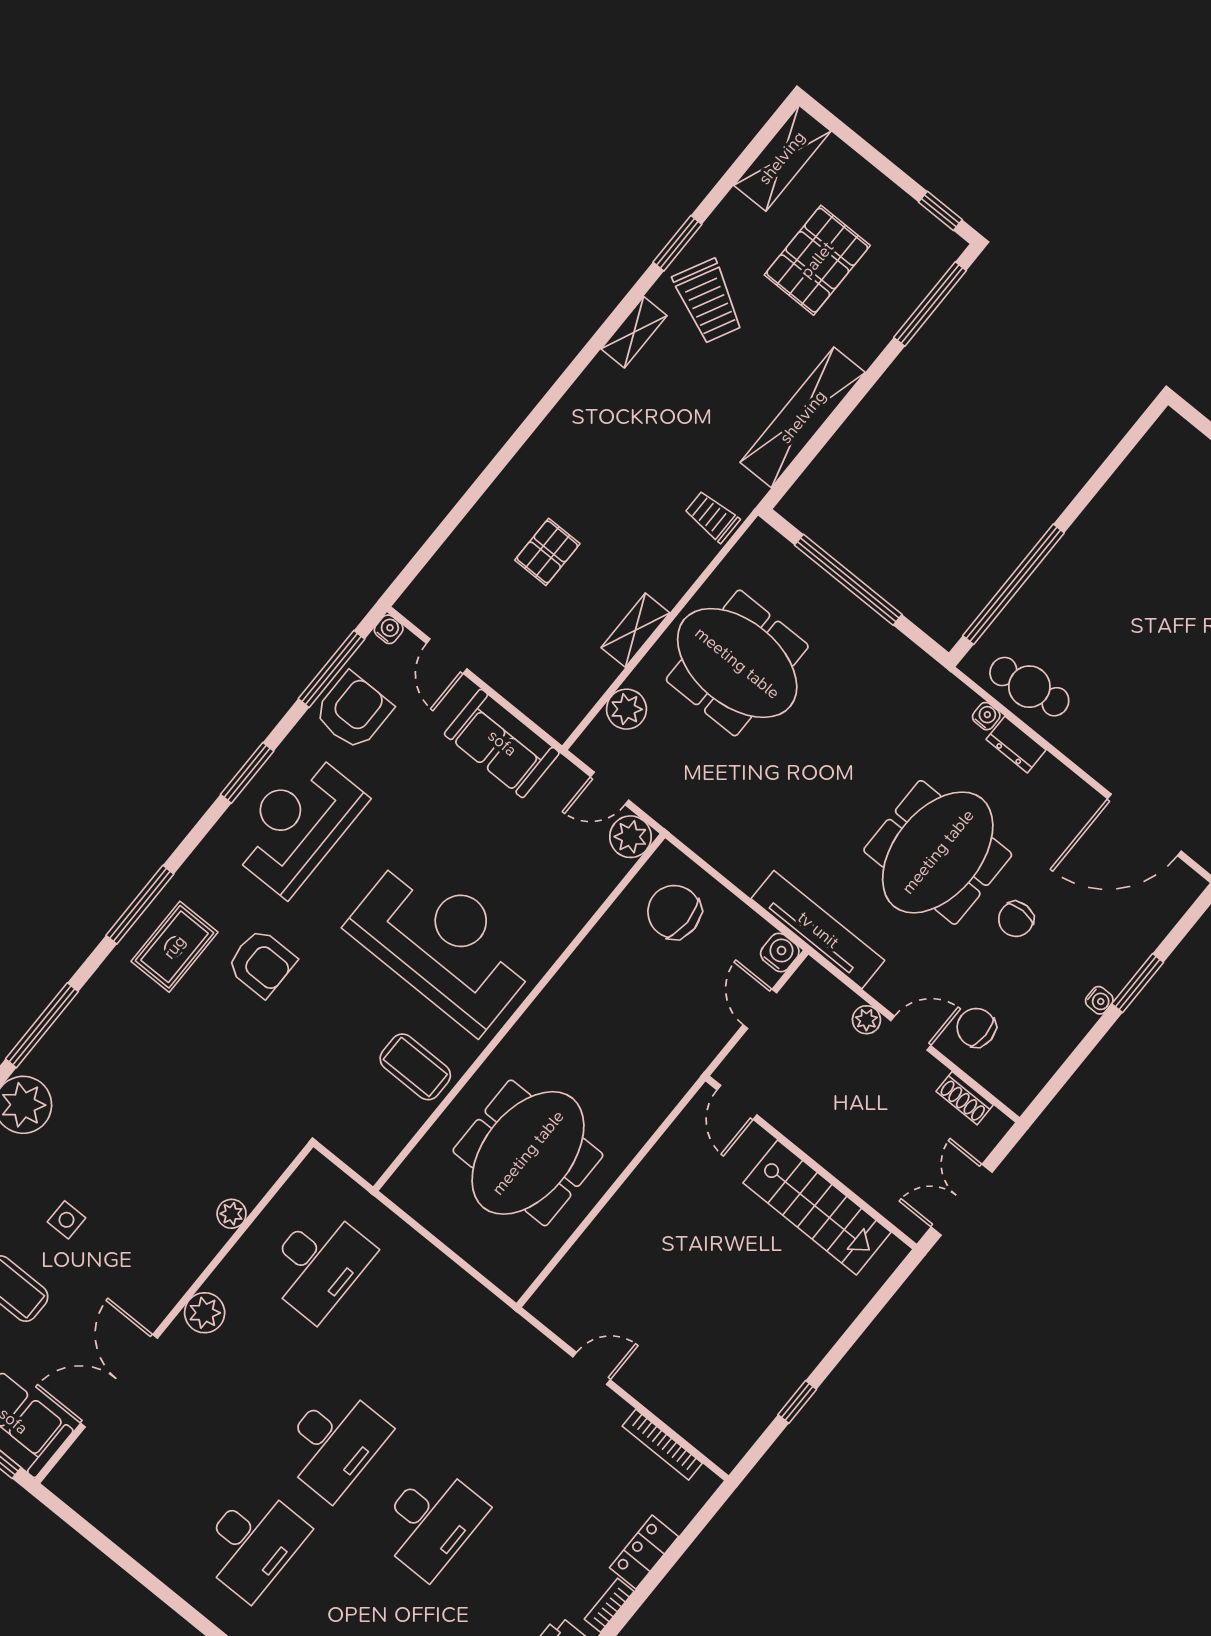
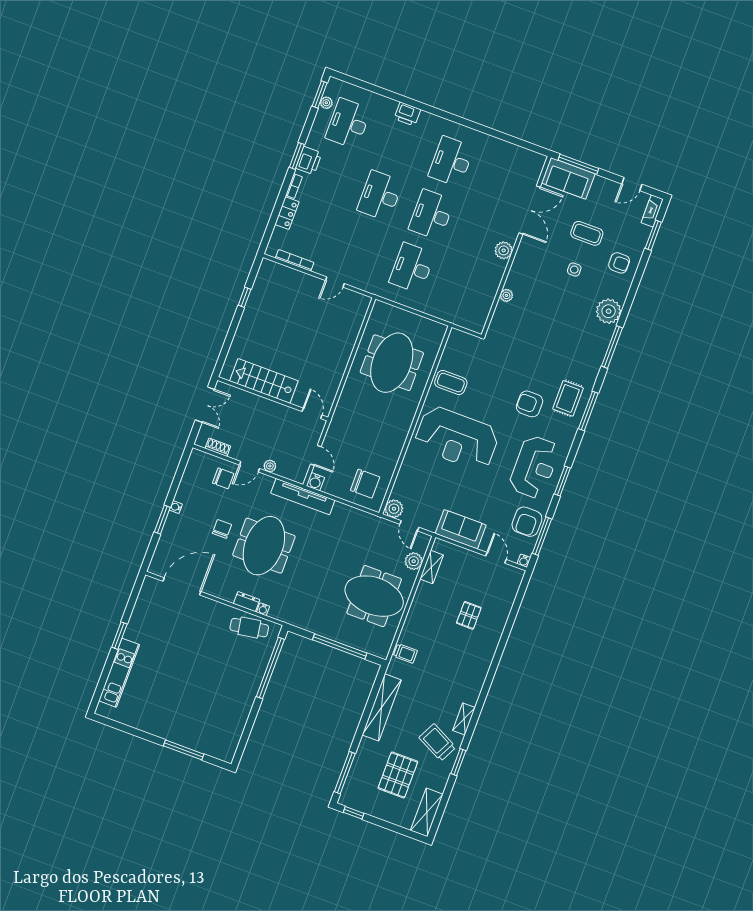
shelving: (635, 630) -> (432, 567), moved
door: (610, 788) -> (409, 526), swing flipped
desk: (318, 1264) -> (412, 268), moved

